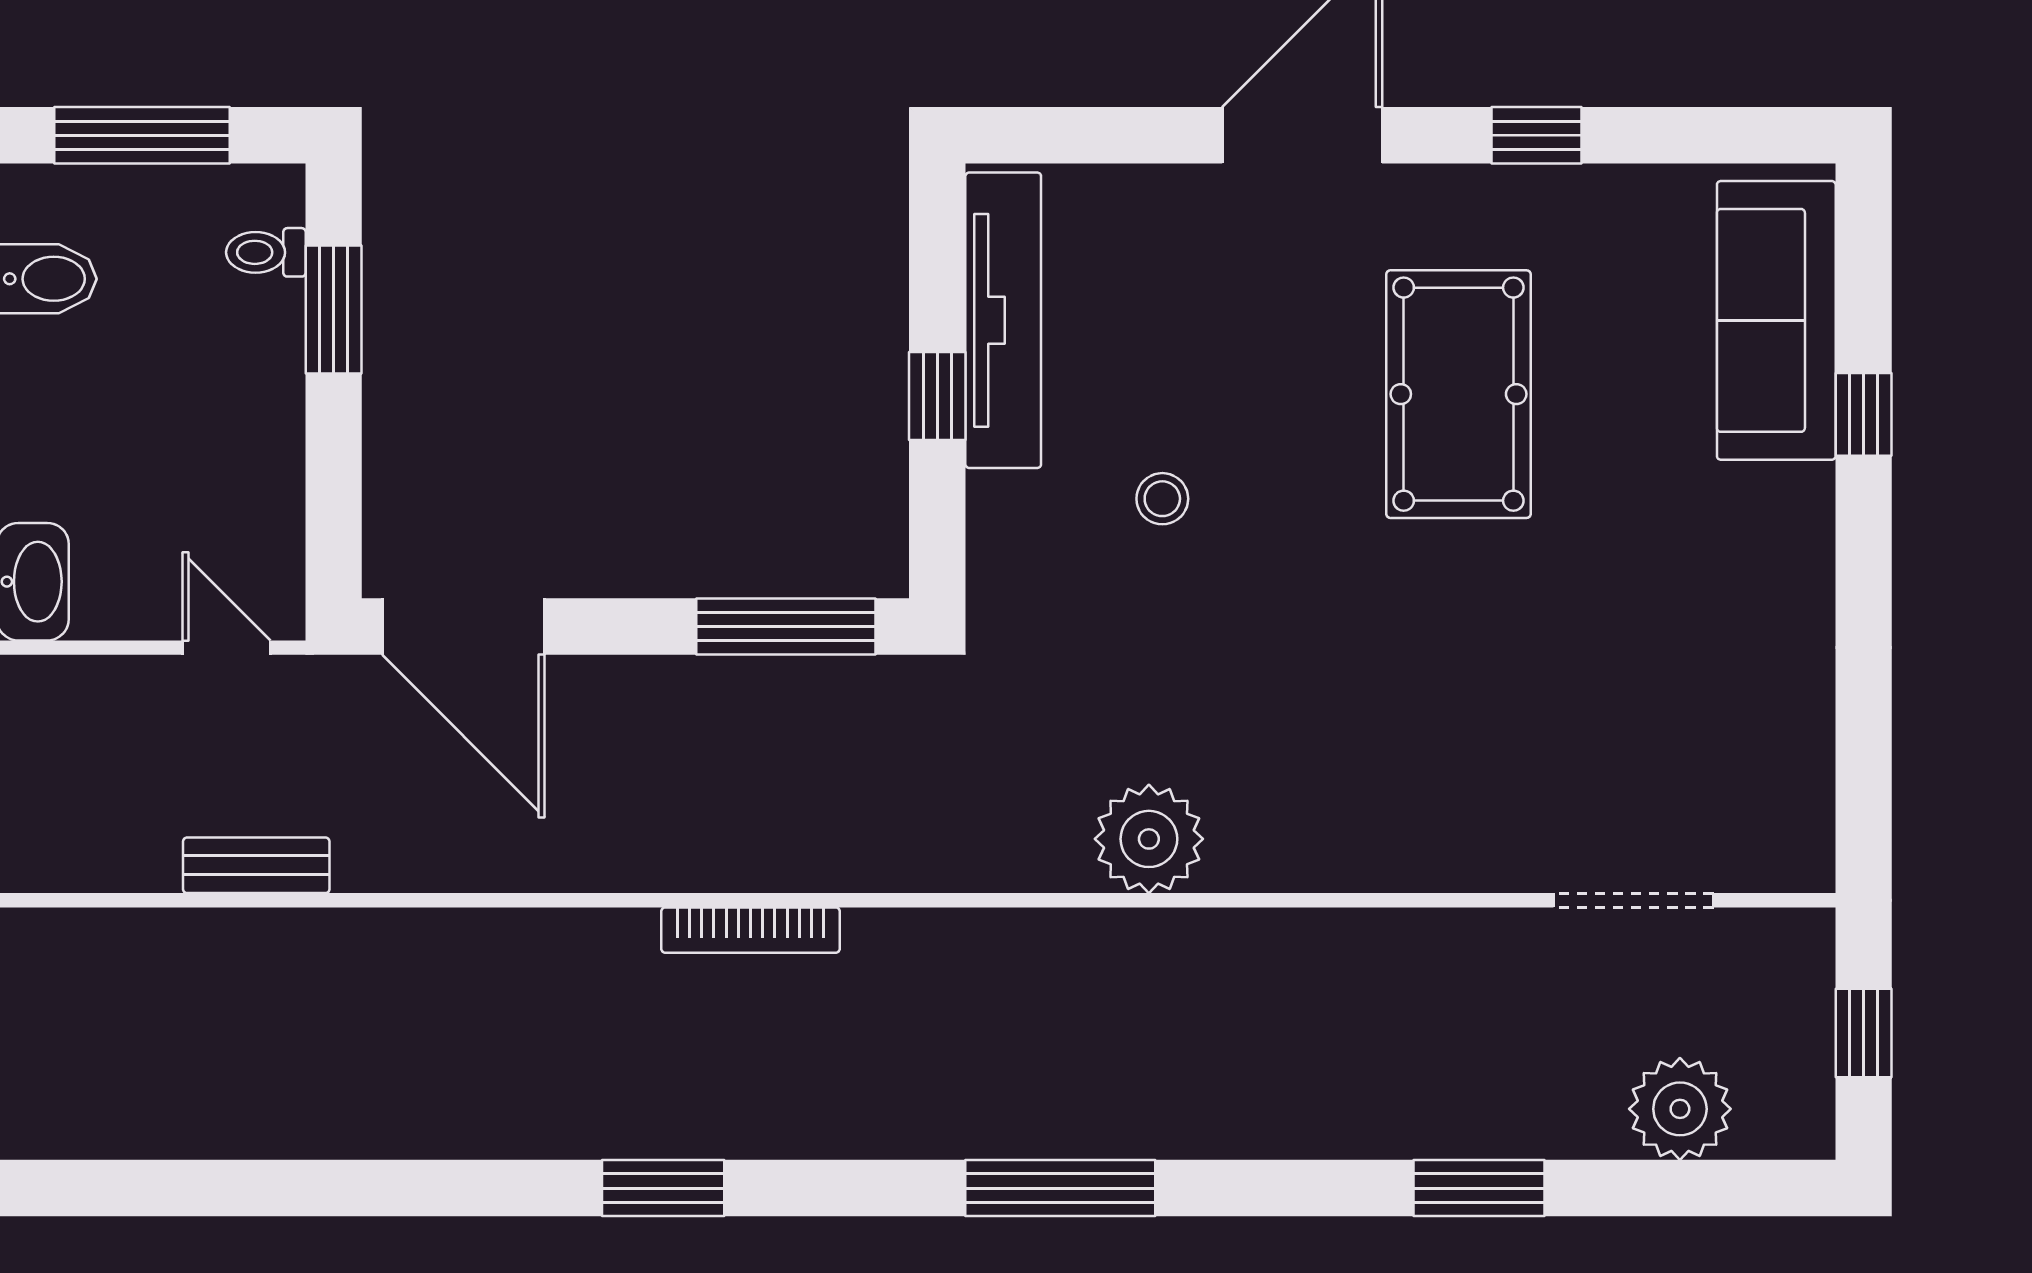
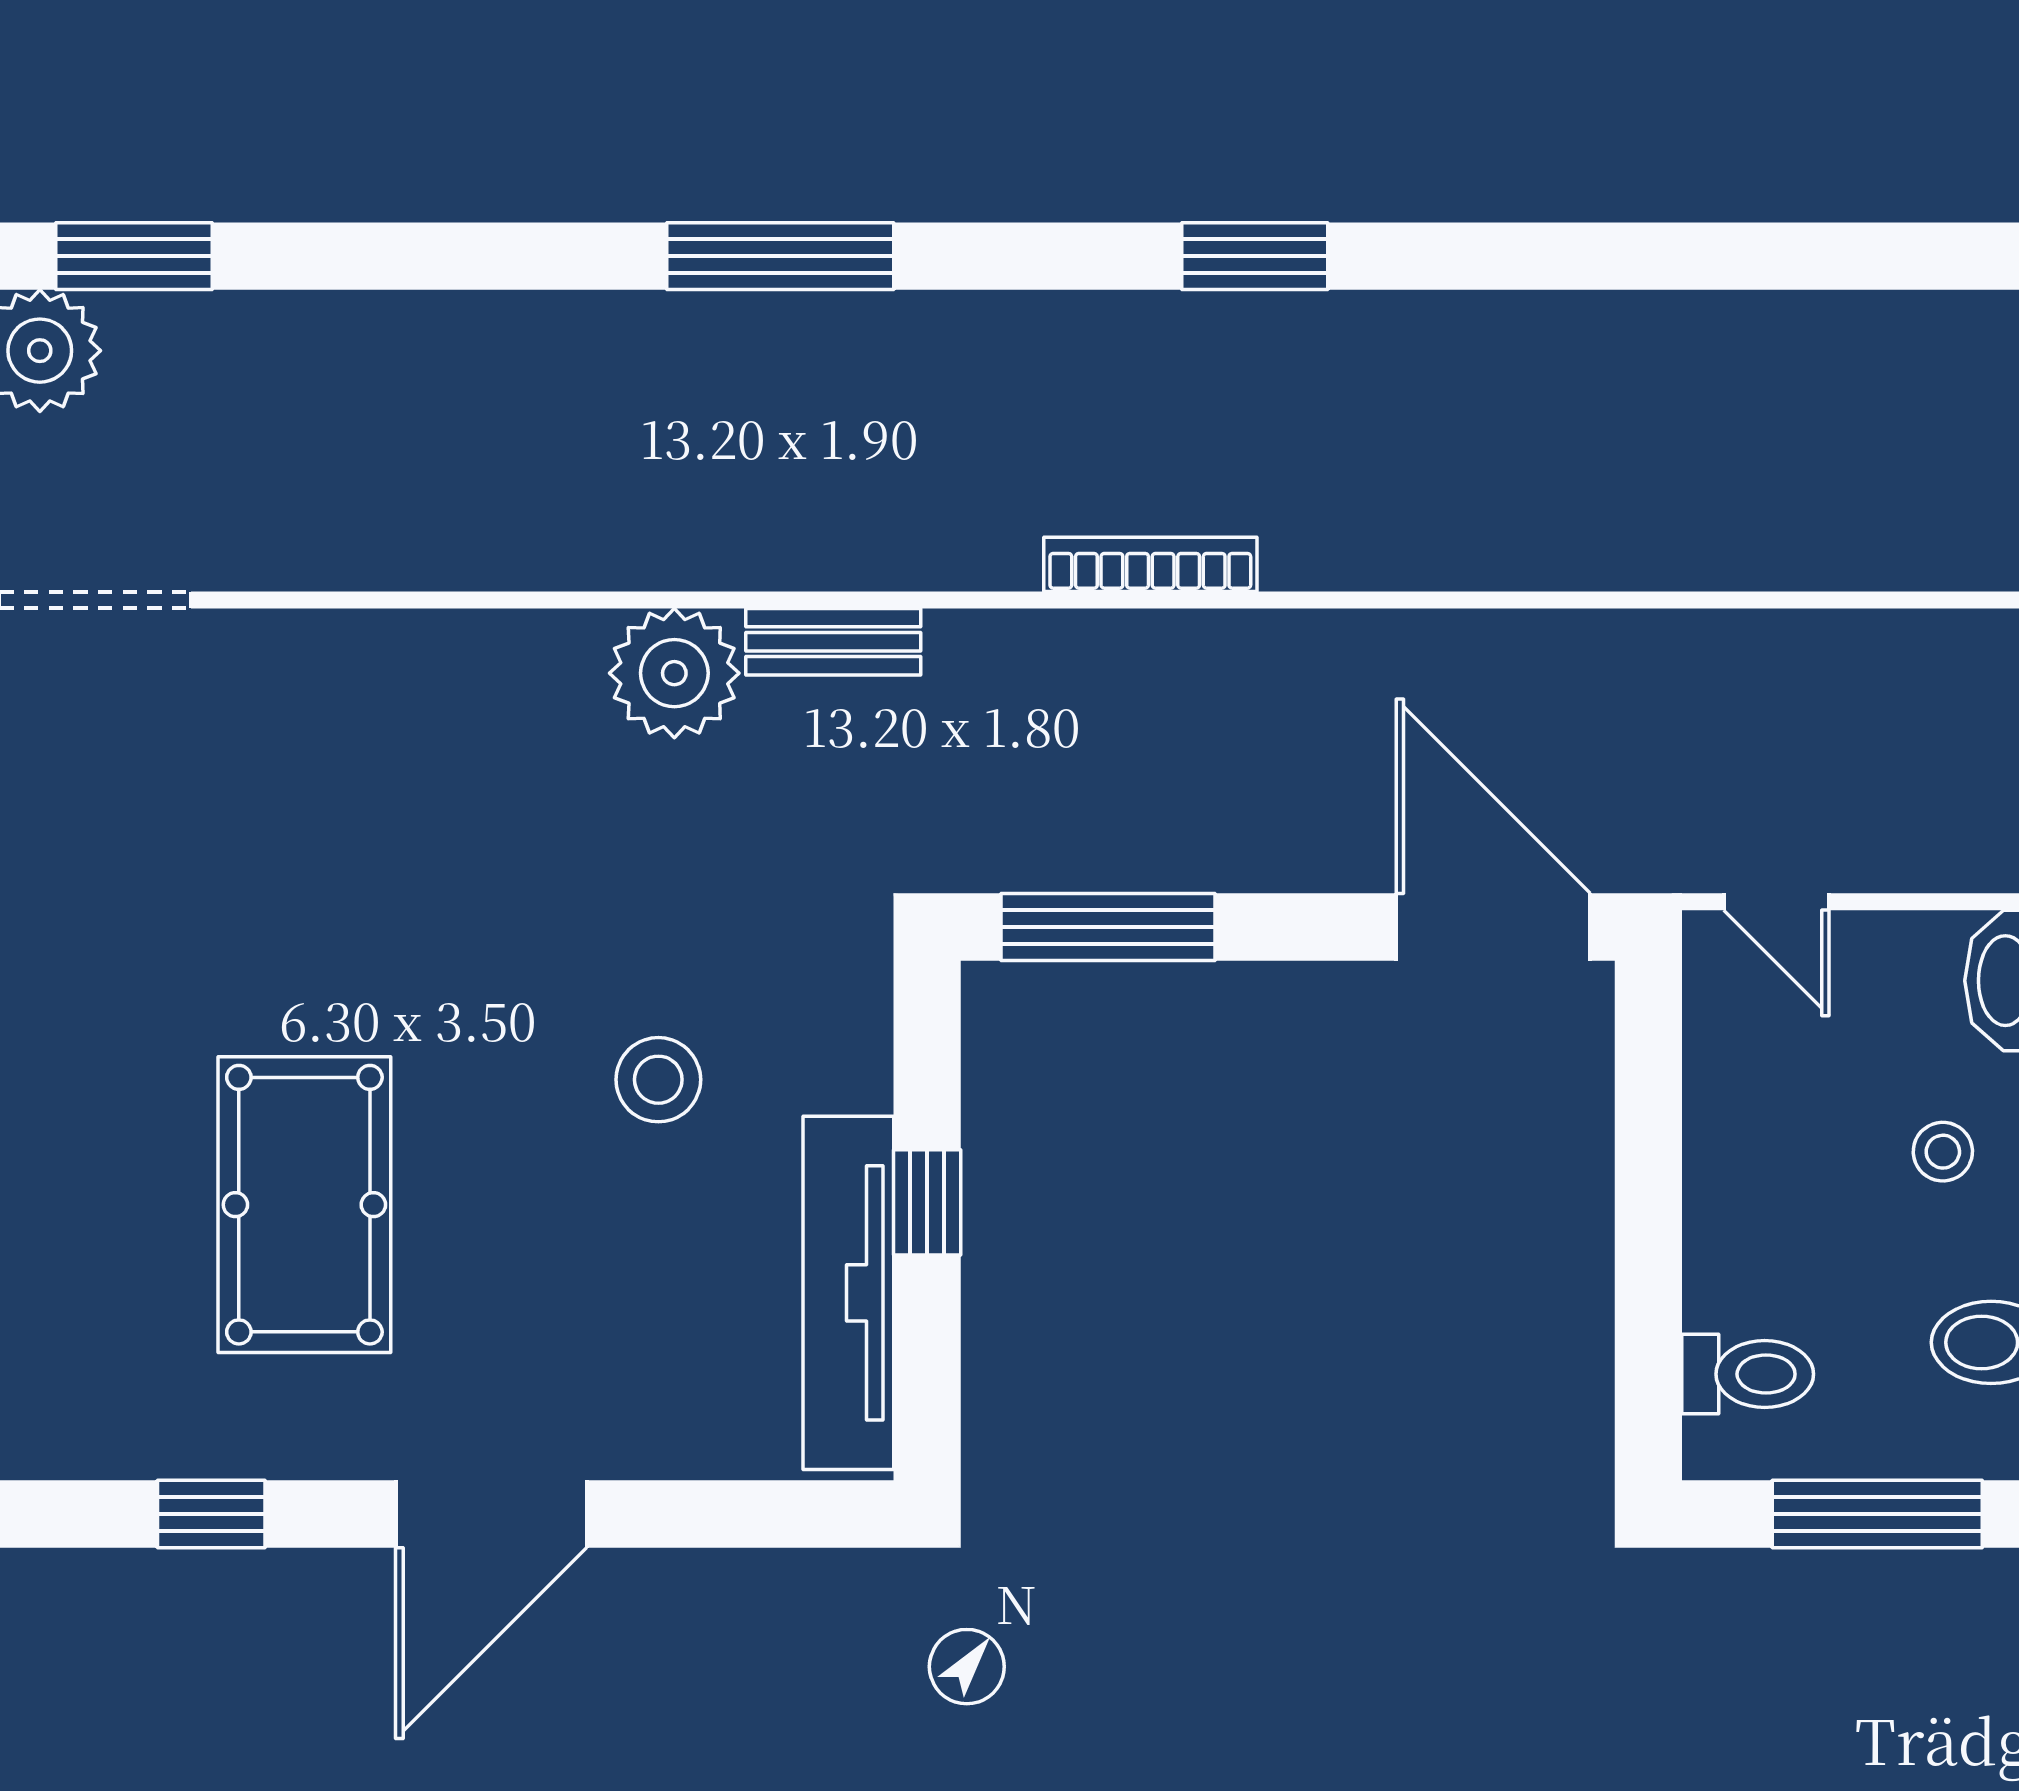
toilet: (266, 252) -> (1748, 1374), width x1.37, depth x1.39
window: (334, 309) -> (1648, 1306), removed
stool: (87, 438) -> (1943, 1152), added
stool: (1162, 499) -> (658, 1080), width x1.37, depth x1.37
bench: (256, 865) -> (833, 642), moved
window: (1479, 1188) -> (134, 256), moved

